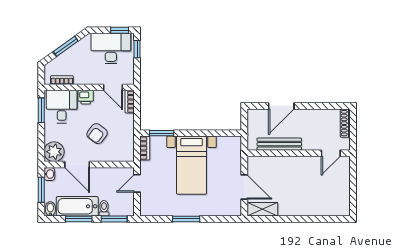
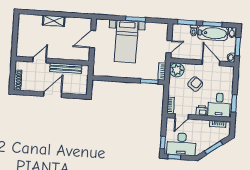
door: (113, 87) -> (182, 116), swing flipped
door: (281, 106) -> (53, 95), moved
plant: (54, 152) -> (177, 70), moved
door: (331, 153) -> (40, 60), moved
bed with nightstands: (192, 165) -> (126, 41), moved, turned 180
door: (244, 187) -> (93, 39), hinge flipped
shelving: (262, 209) -> (54, 21), moved

